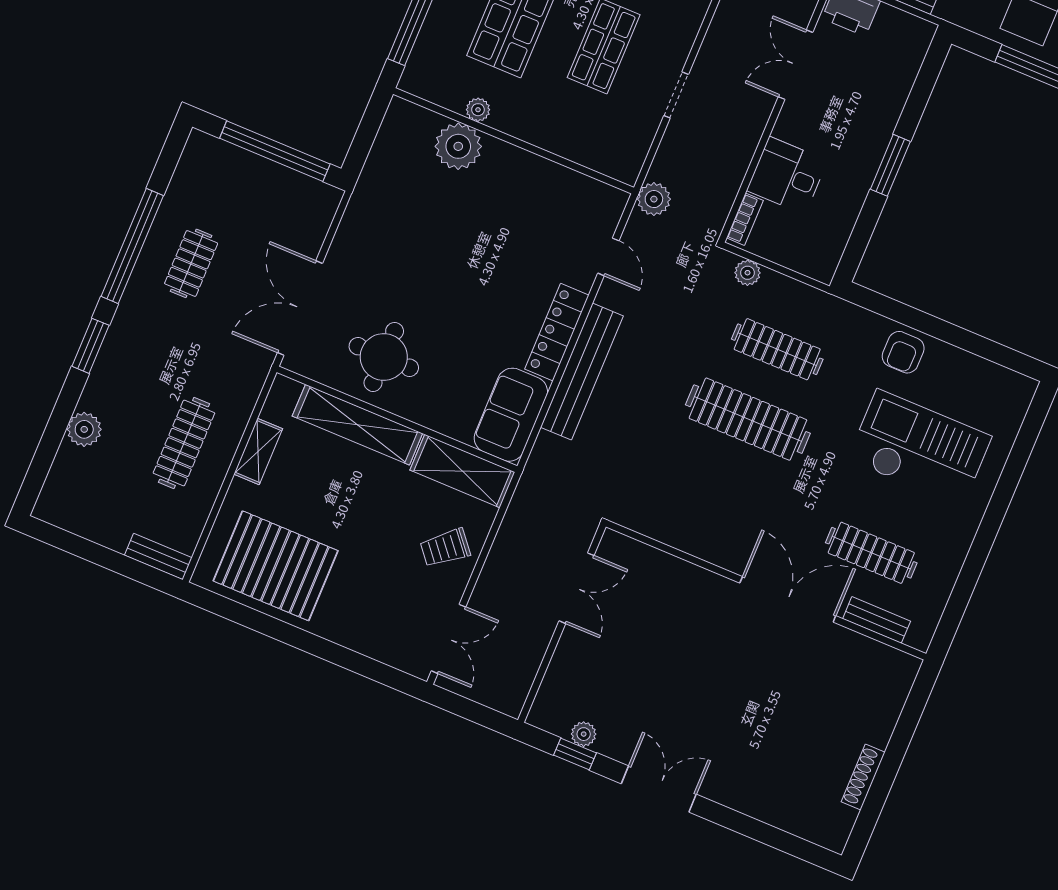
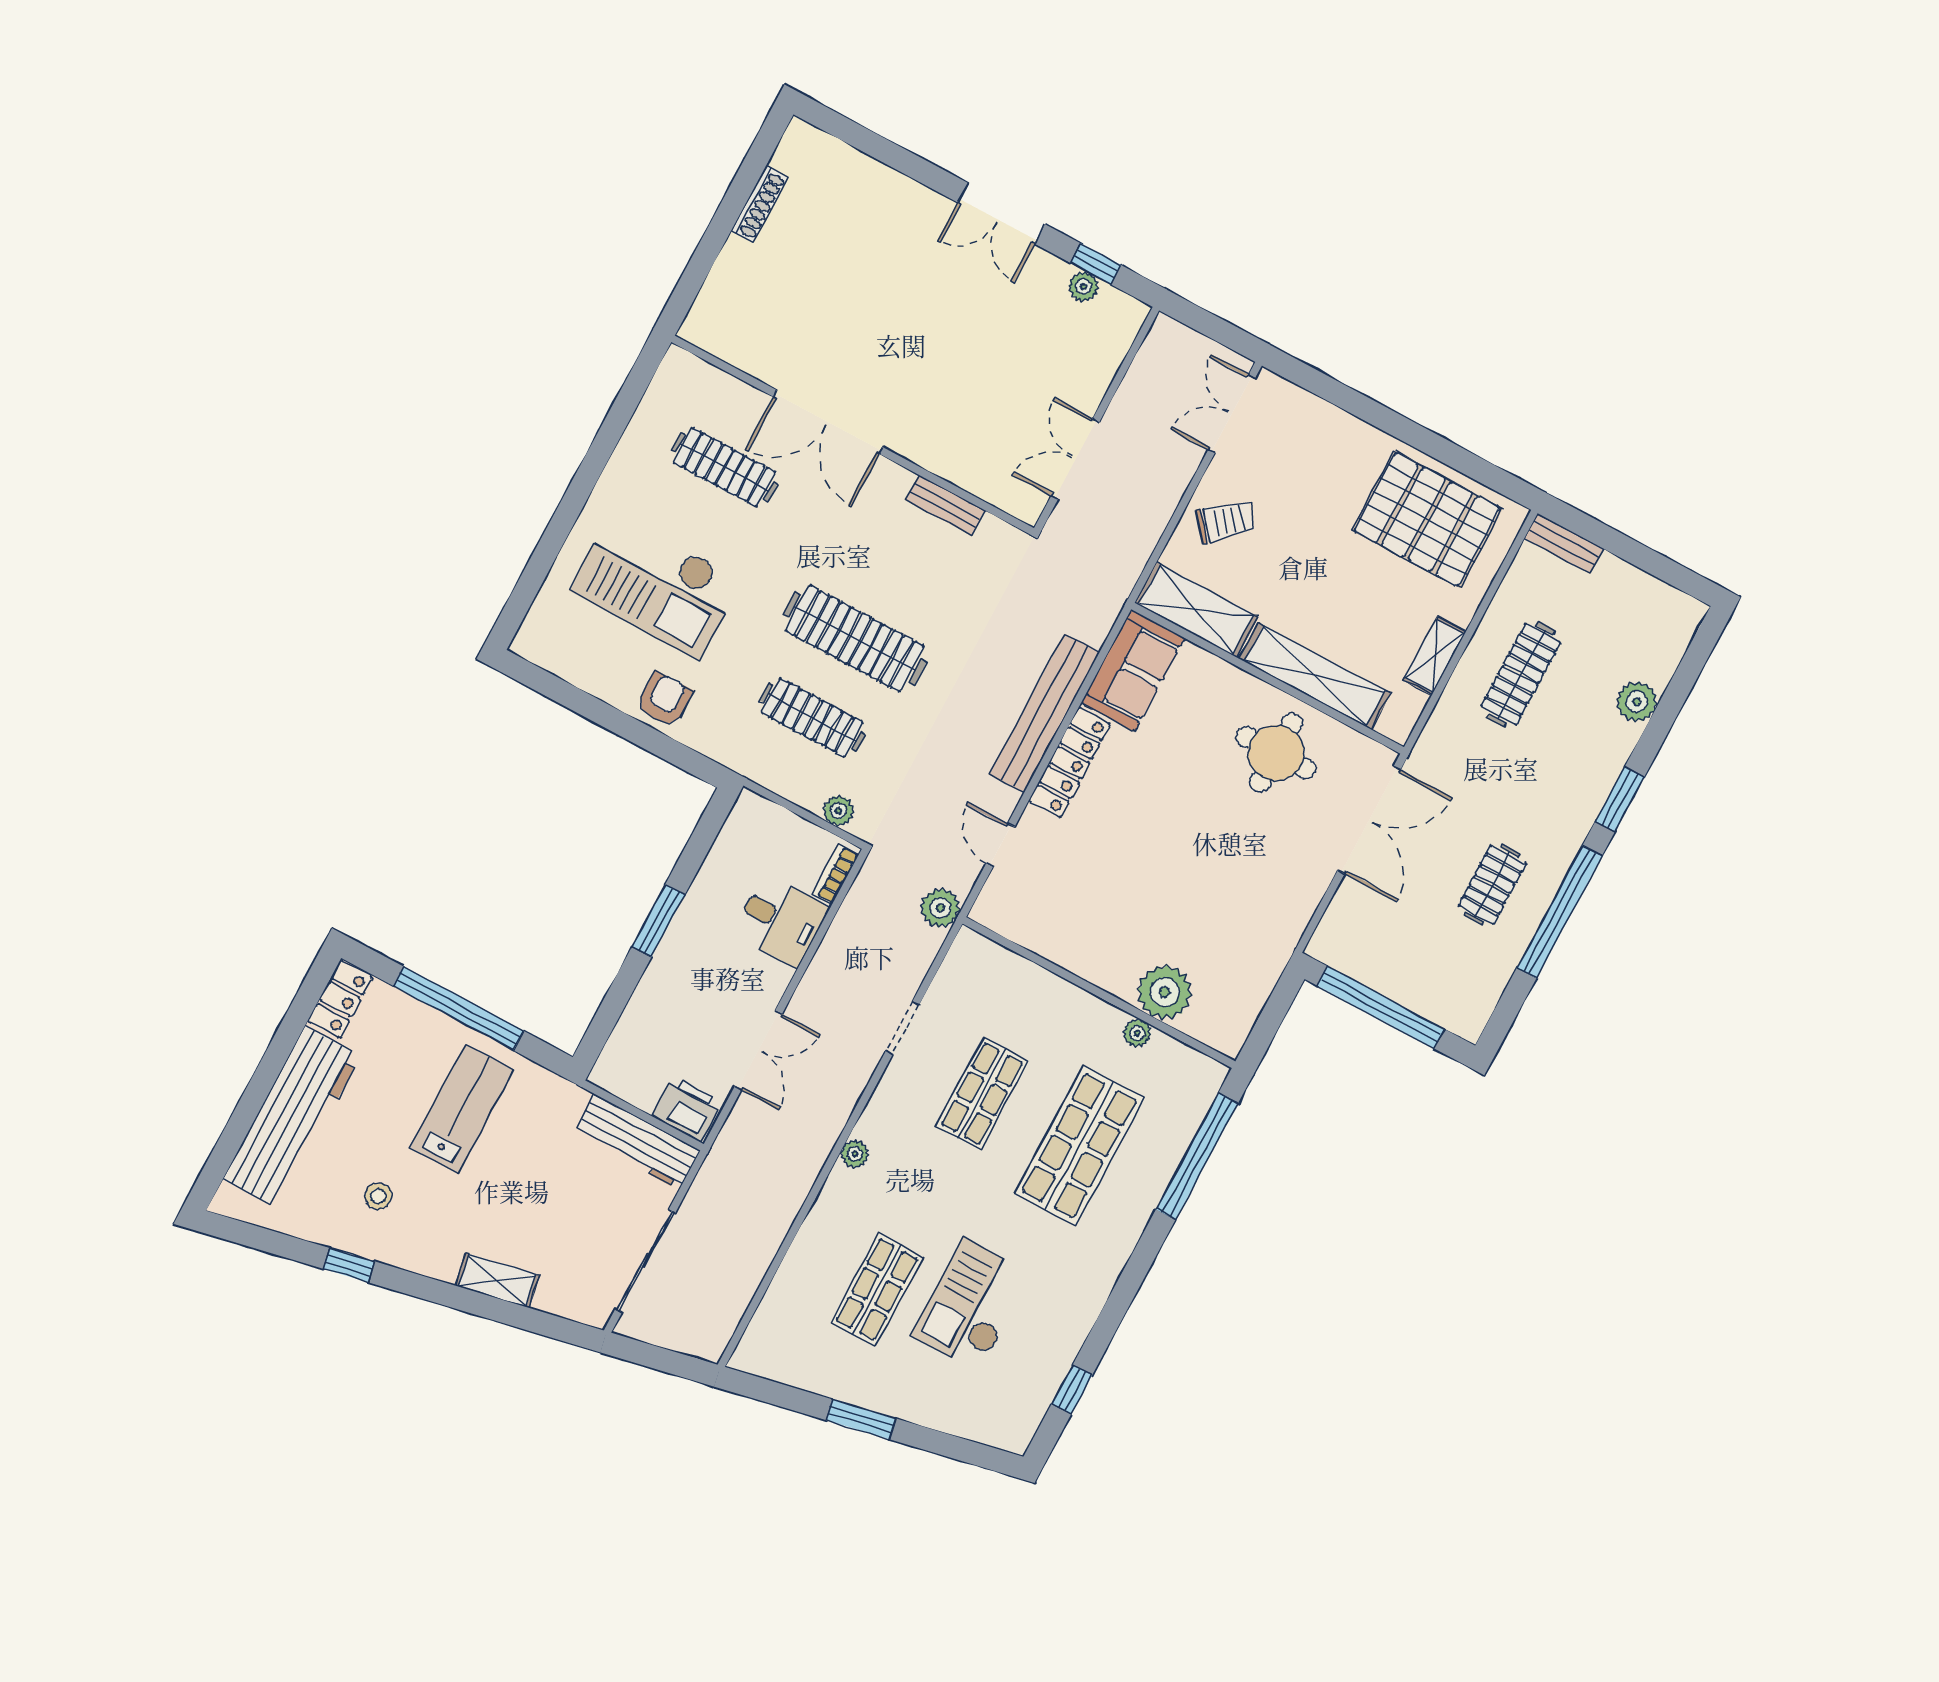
bench: (877, 620) -> (945, 505), moved

